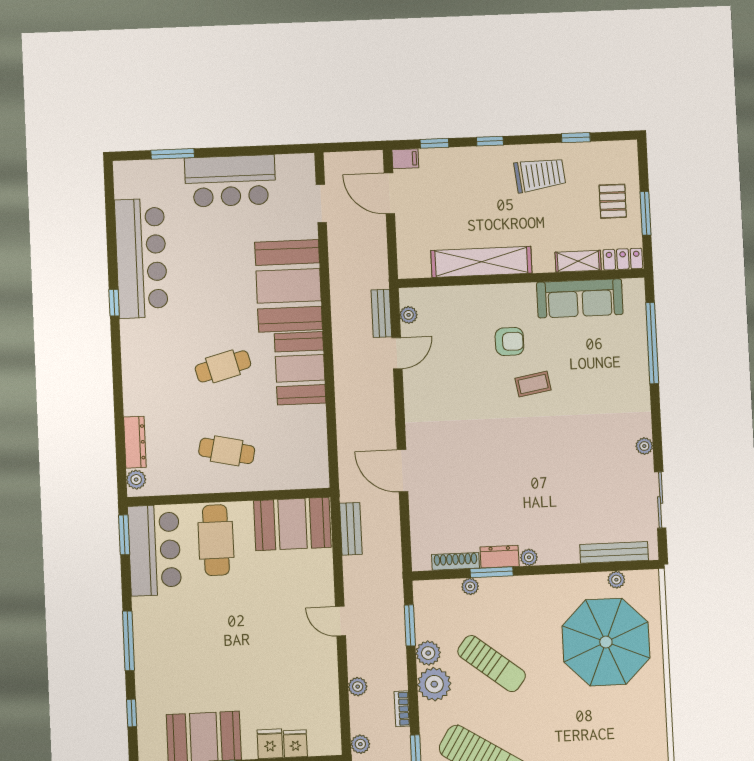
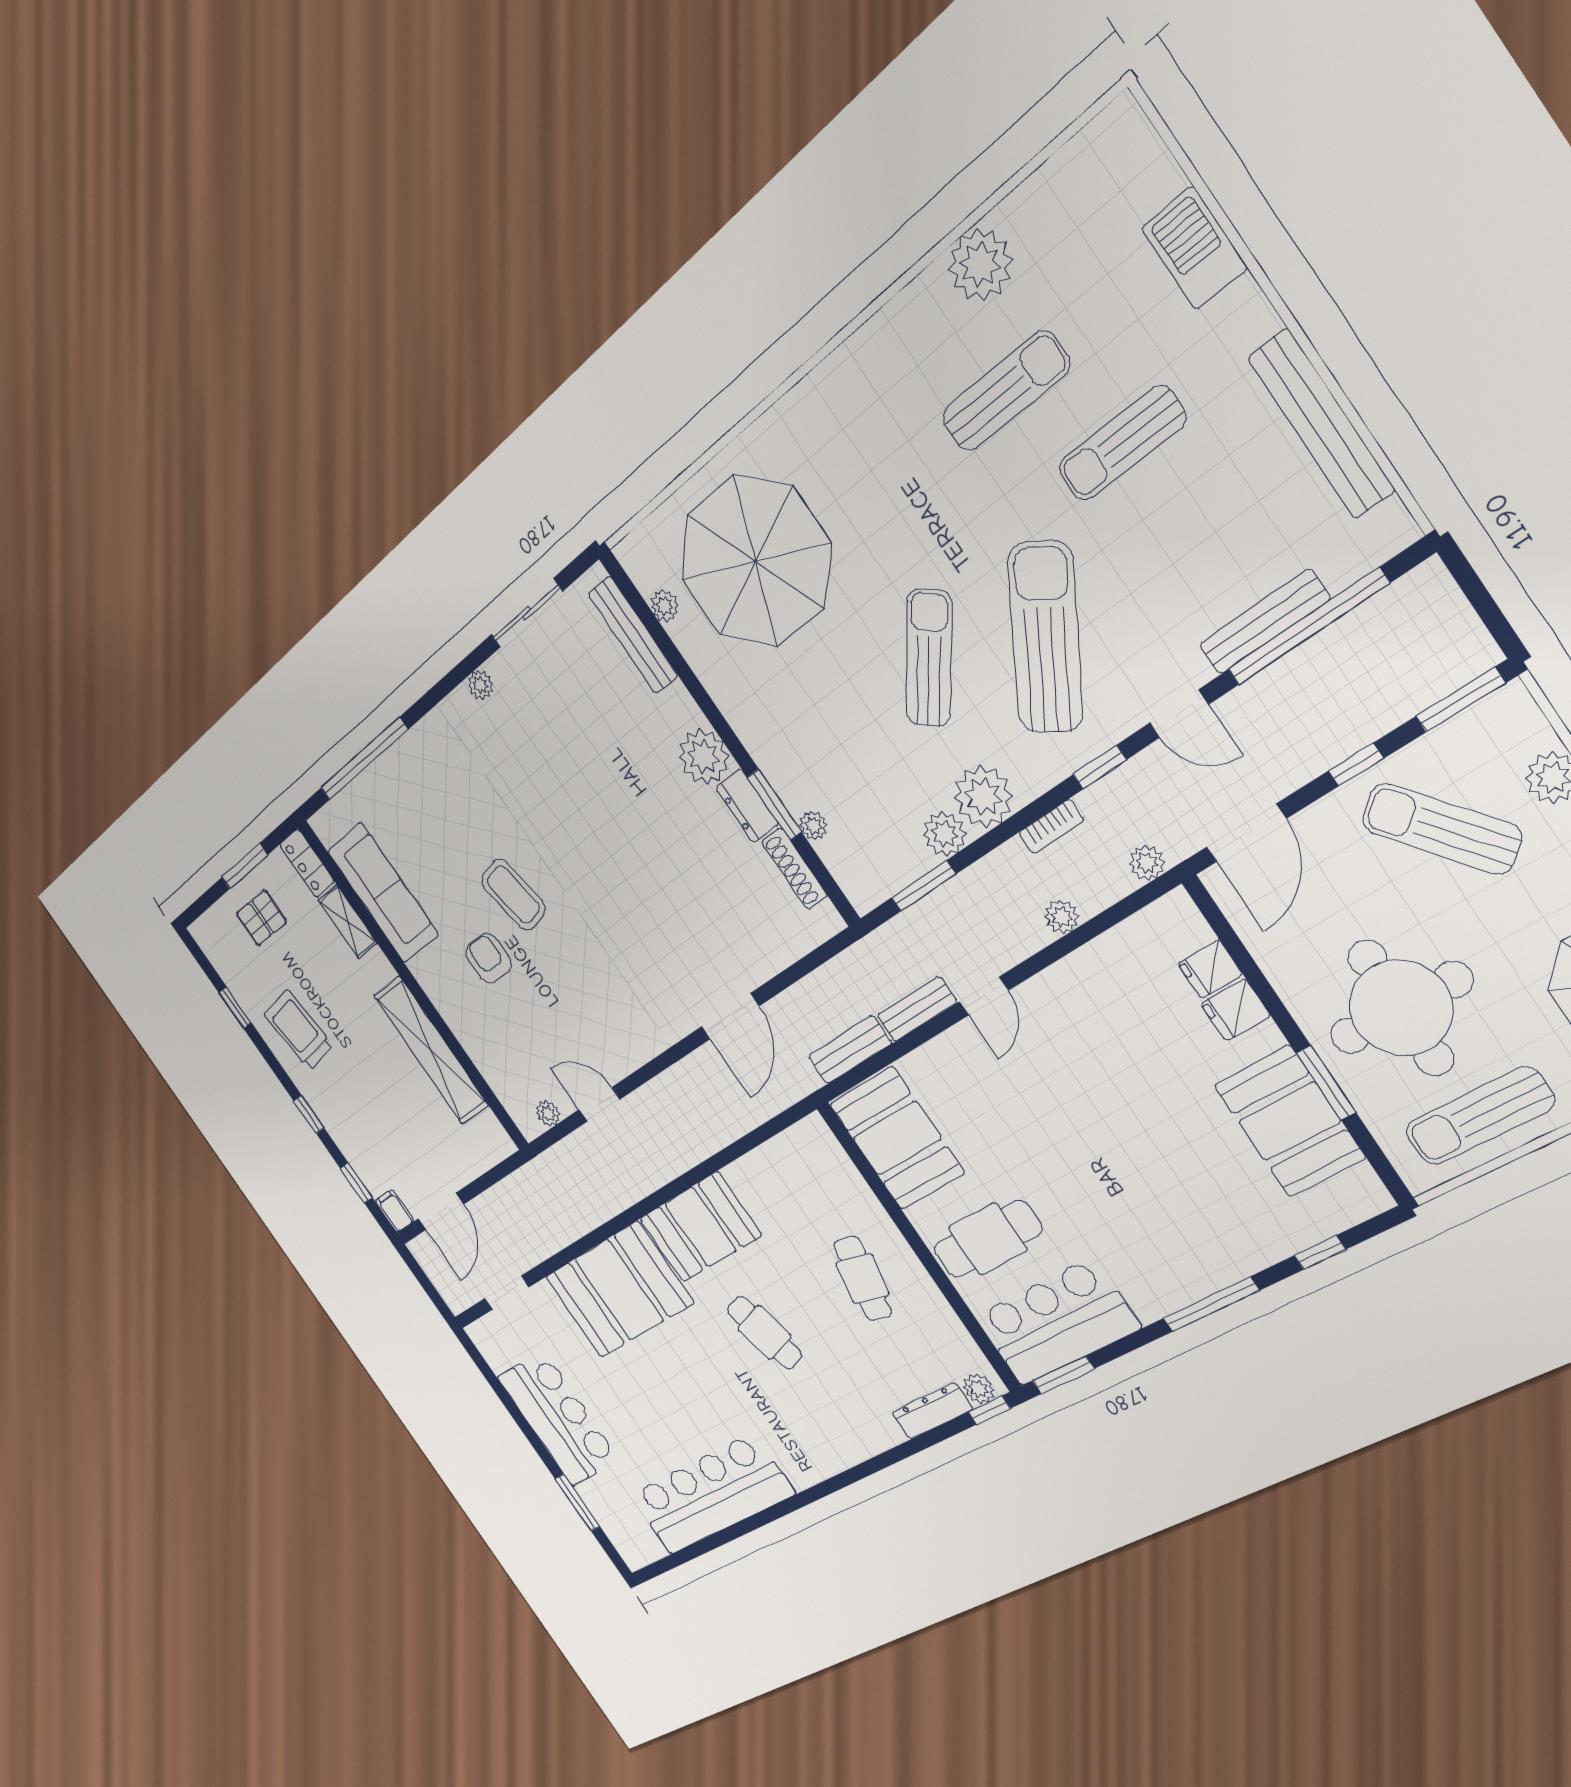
window: (114, 303) -> (989, 1410), moved
bench: (381, 313) -> (917, 1009), moved
coffee table: (533, 384) -> (513, 894), width x1.36, depth x1.30
plant: (529, 557) -> (704, 757), width x1.87, depth x1.87
sun lounger: (492, 664) -> (929, 658), moved

